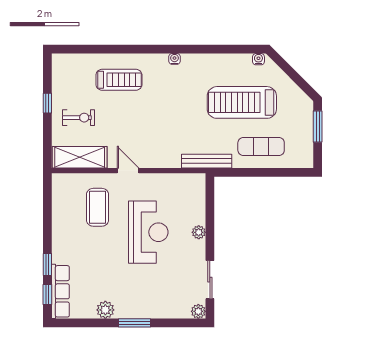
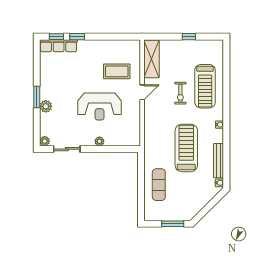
treadmill: (119, 80) -> (205, 86), width x1.37, depth x1.38
treadmill: (242, 102) -> (186, 148), moved
exercise bike: (78, 118) -> (180, 93), moved
bench: (207, 161) -> (219, 161), moved
plant: (105, 310) -> (46, 106), moved

